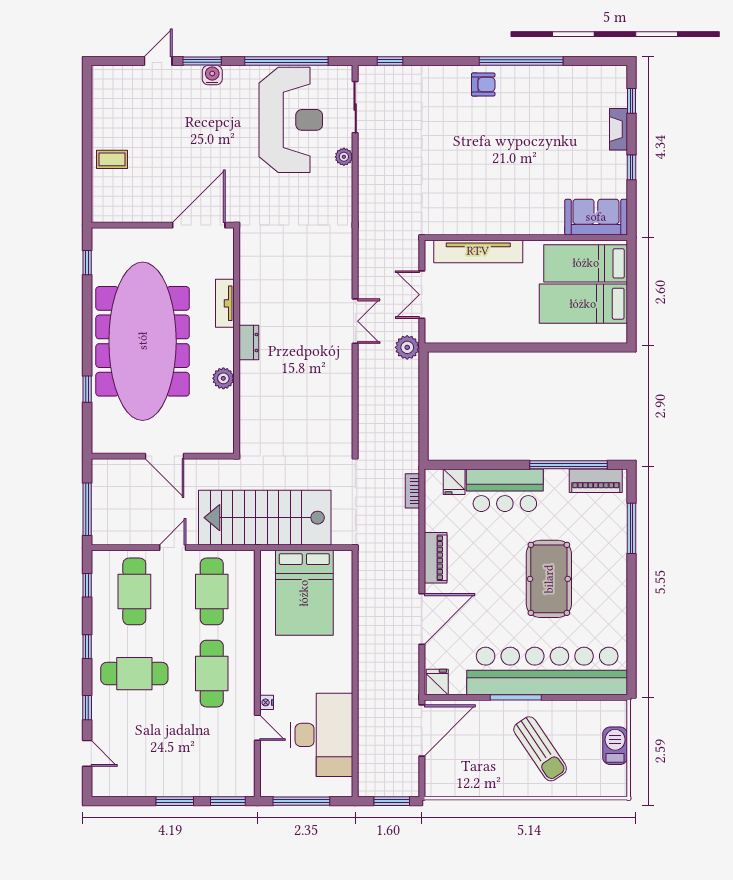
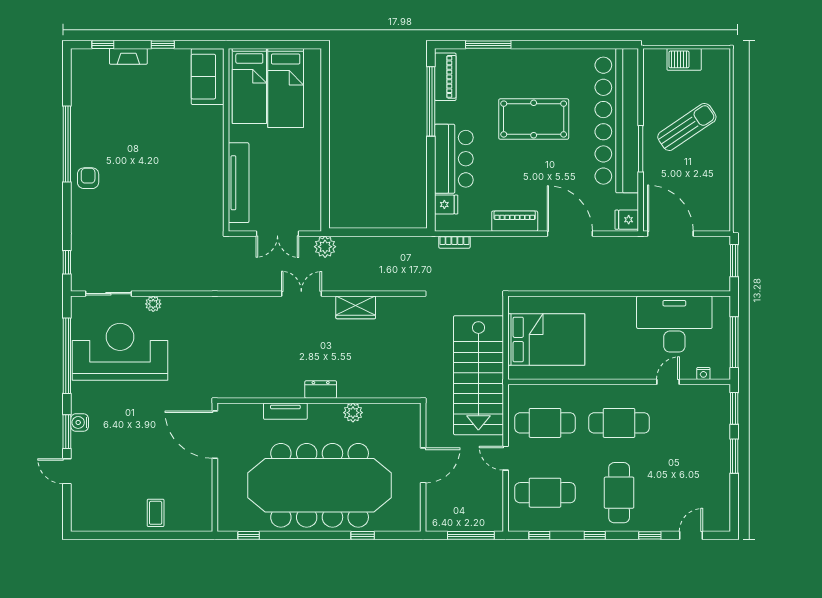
wardrobe: (340, 381) -> (356, 307), added
nightstand: (267, 702) -> (703, 373), moved

